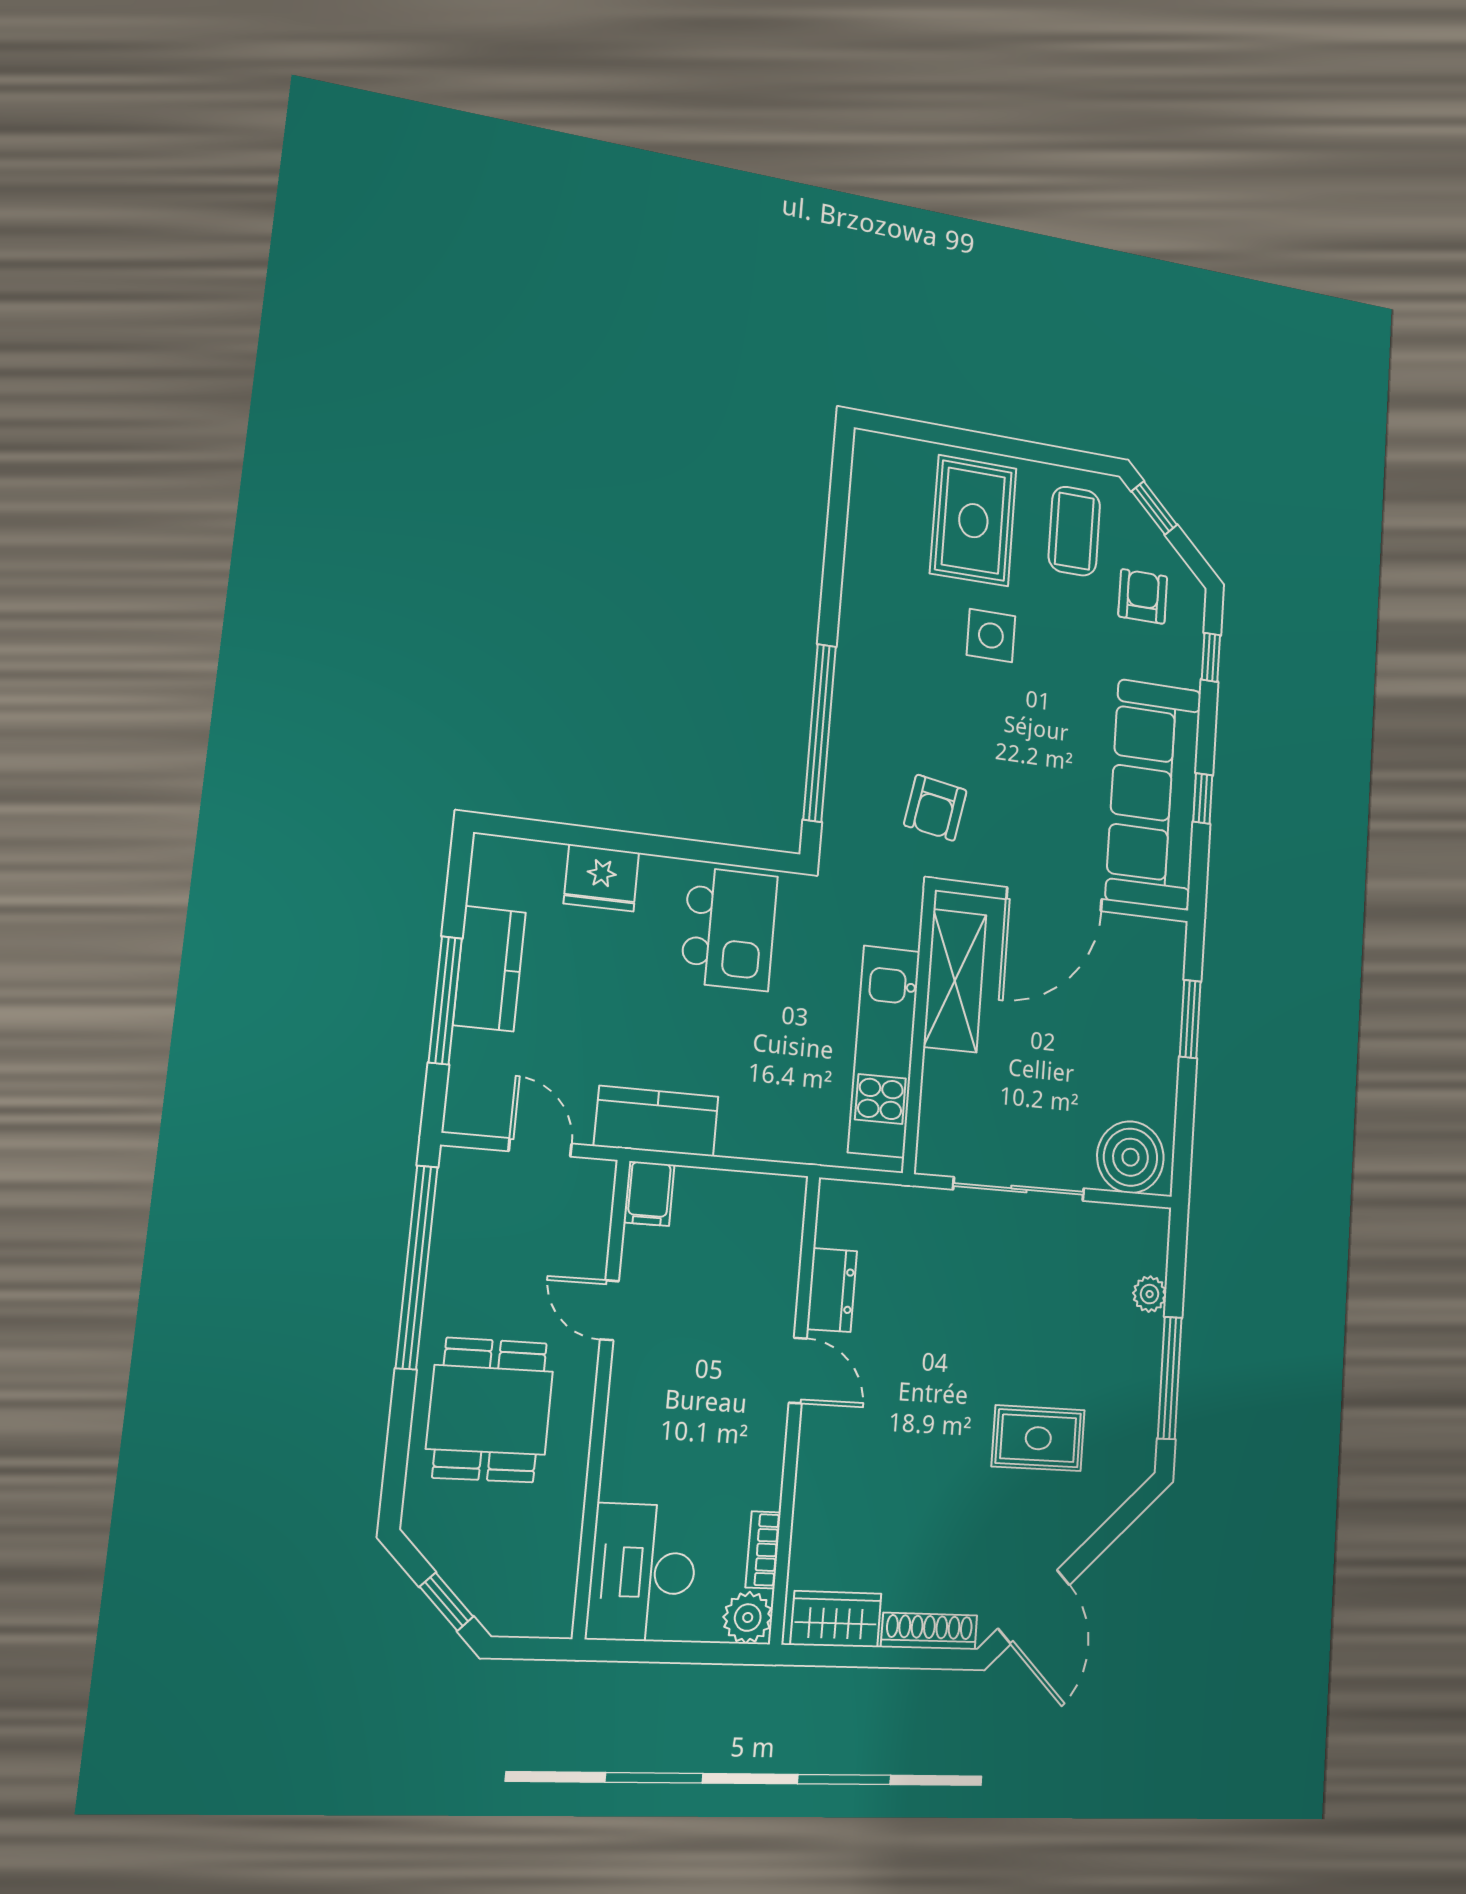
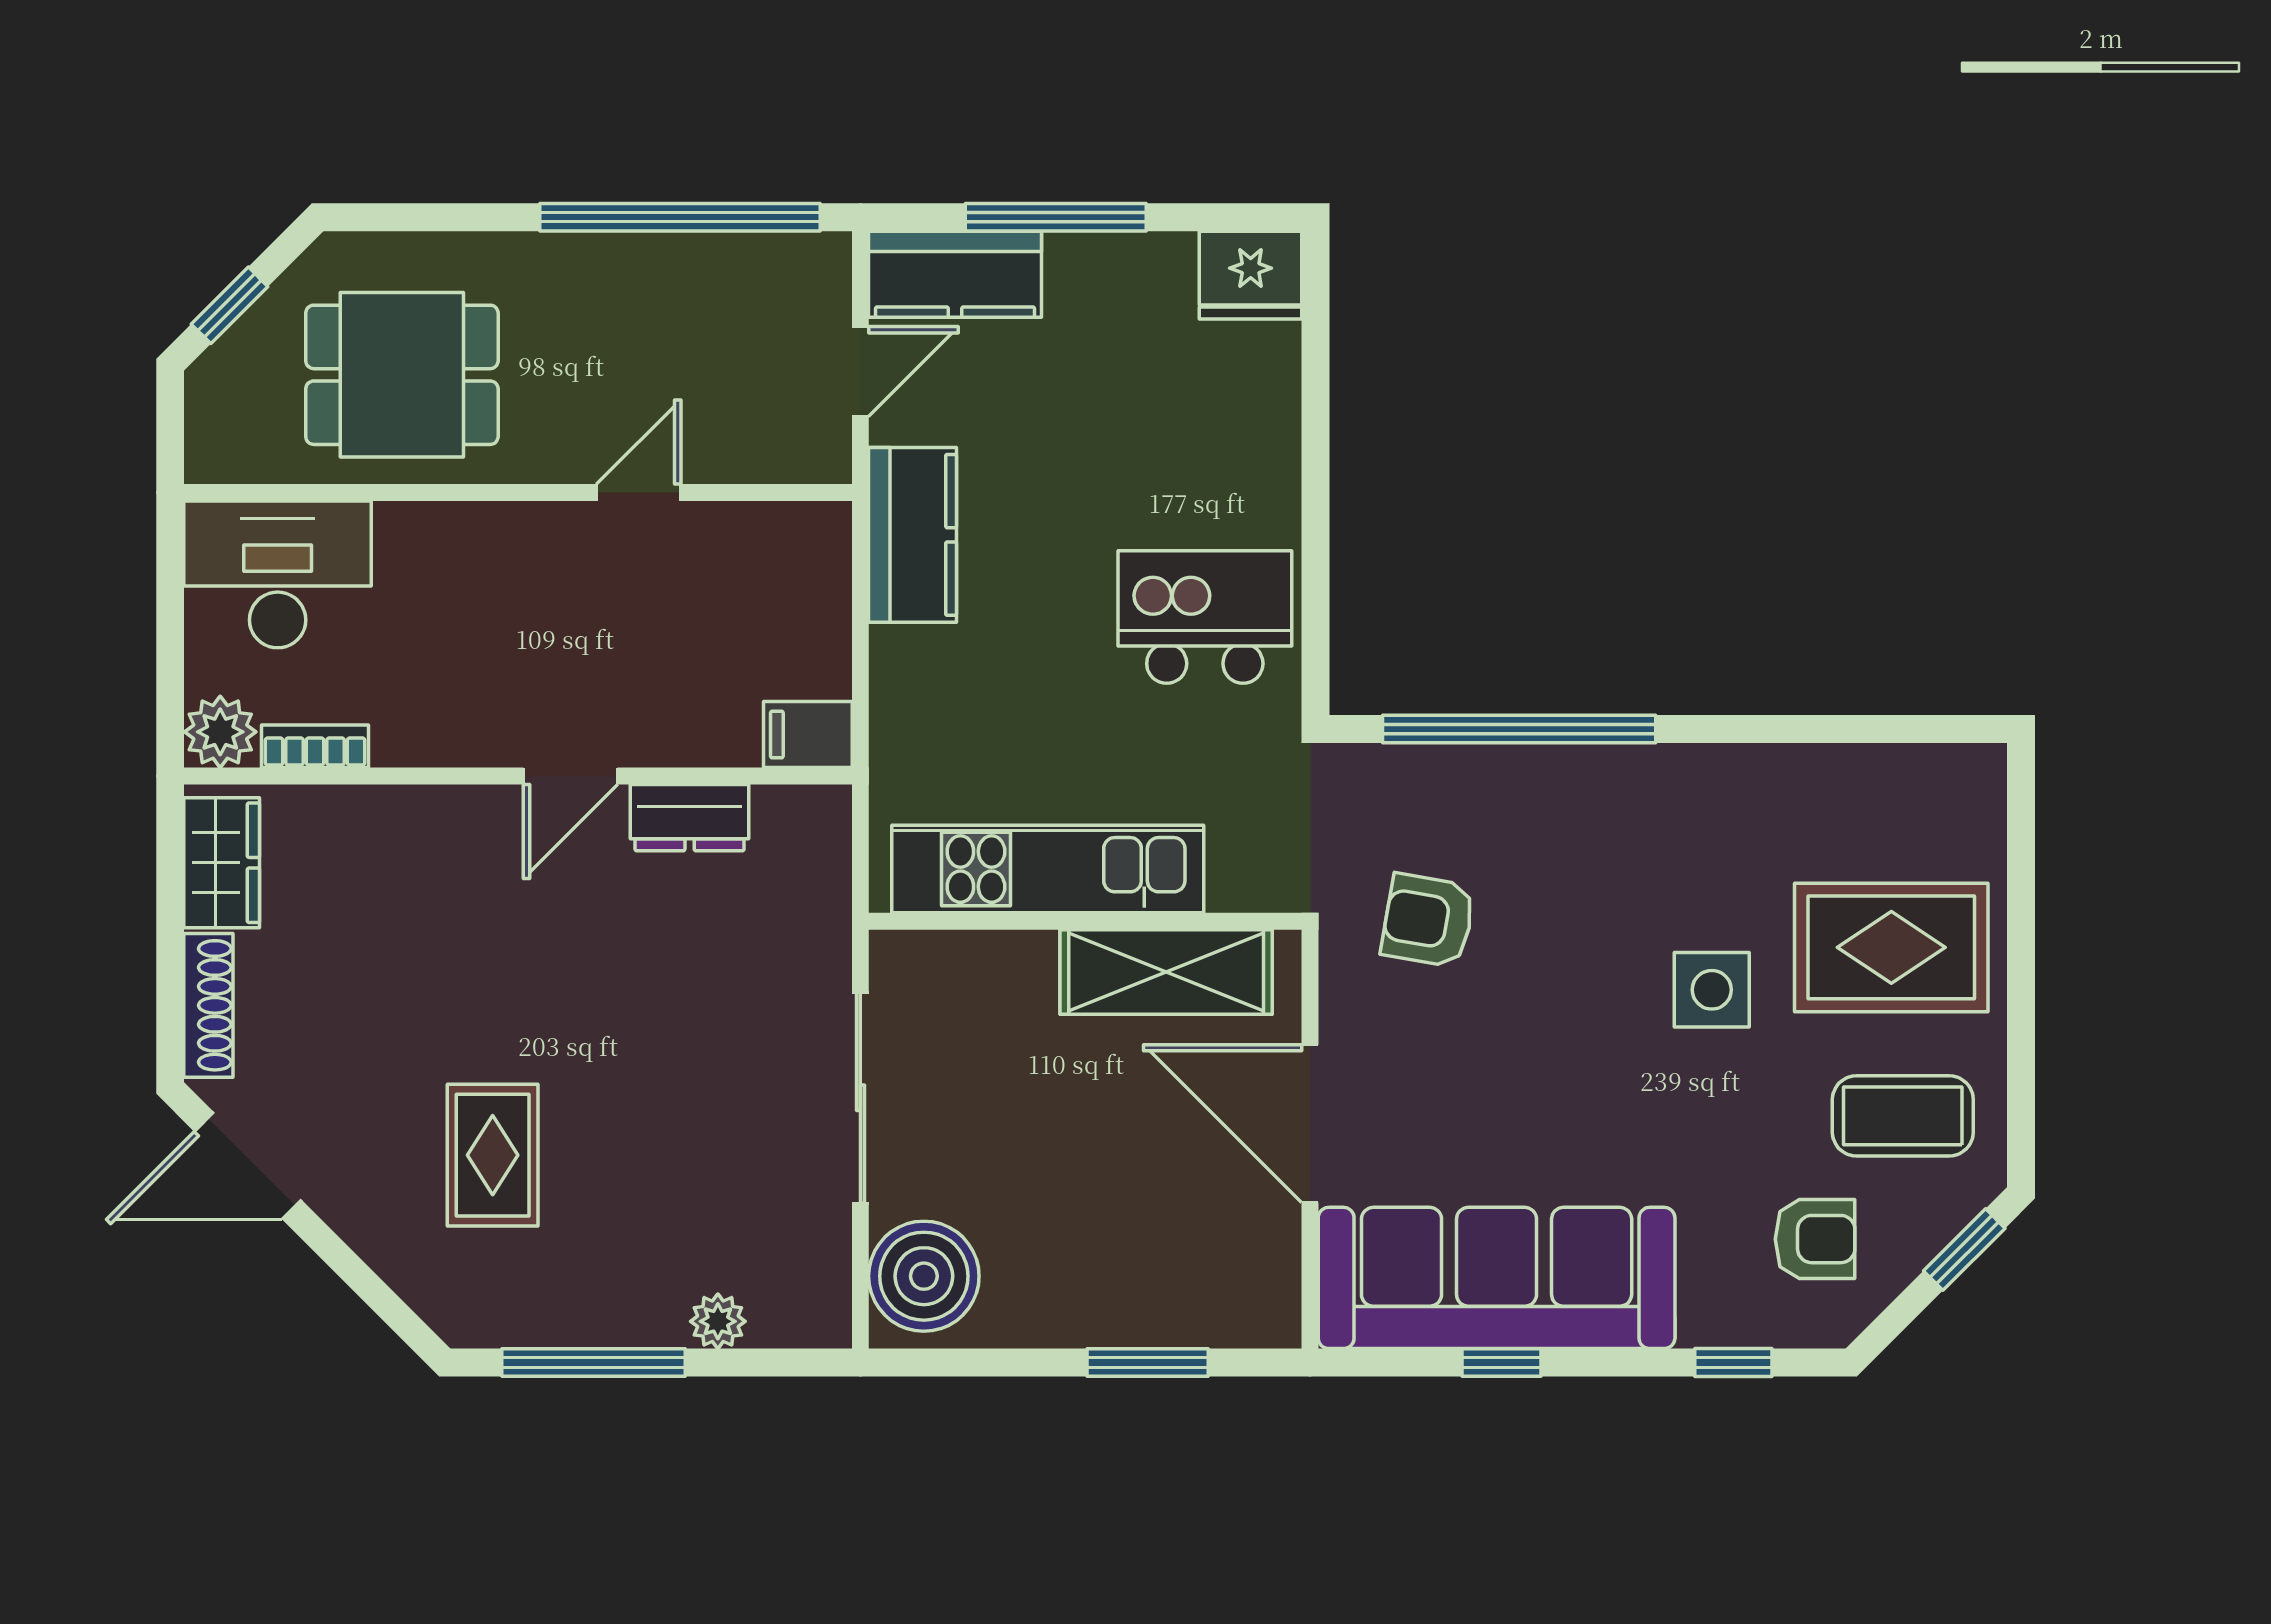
fridge: (601, 878) -> (1251, 275), moved, turned -90
kitchen island: (729, 929) -> (1205, 617), turned 180
kitchen counter: (489, 969) -> (955, 274), moved
filing cabinet: (649, 1194) -> (808, 735), moved
dining table: (490, 1410) -> (402, 375), moved

